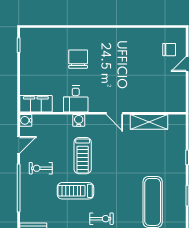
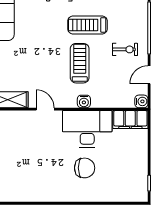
chair: (78, 59) -> (85, 168), turned -90
desk: (76, 99) -> (87, 129), width x1.87, depth x1.30
treadmill: (75, 191) -> (87, 25), turned 180

